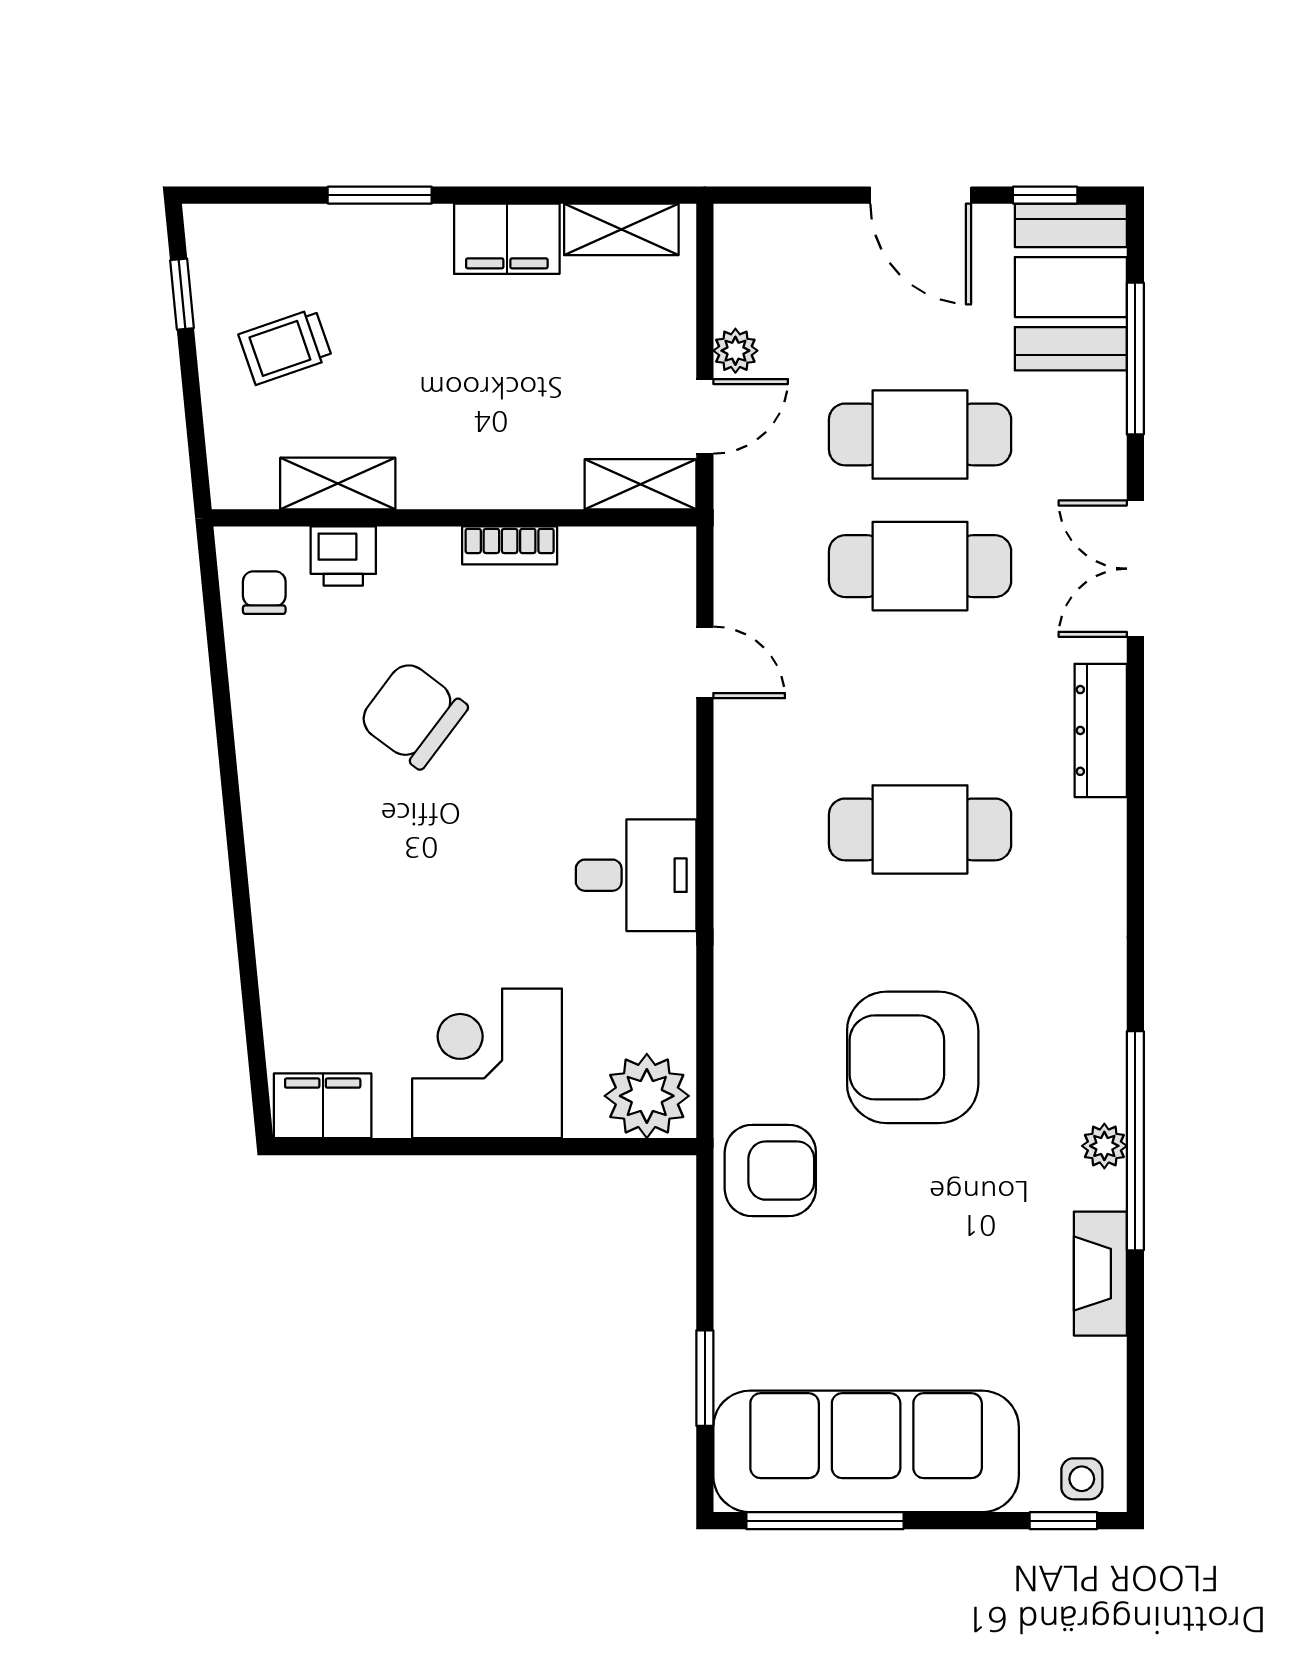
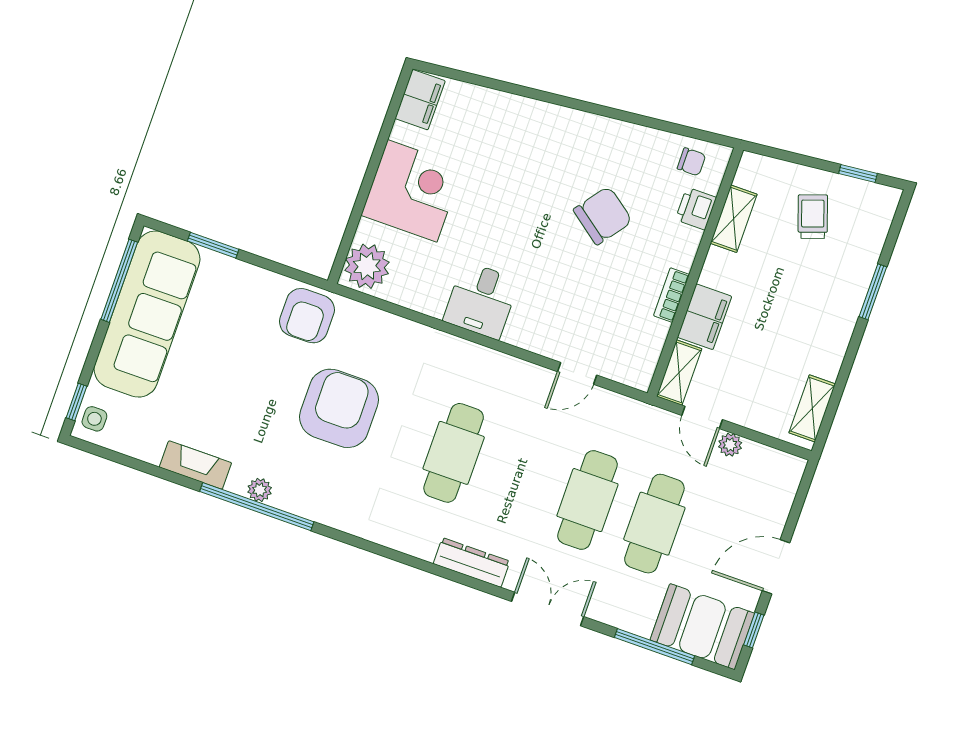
filing cabinet: (507, 239) -> (704, 317), moved, turned 180

